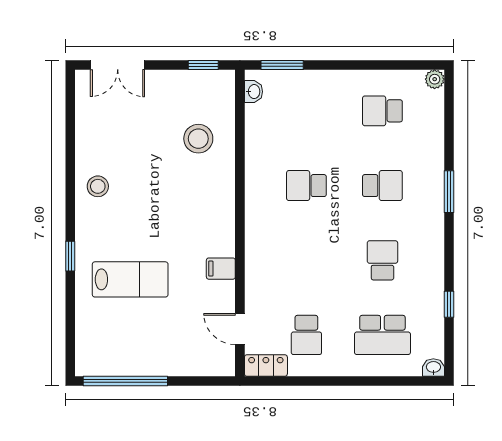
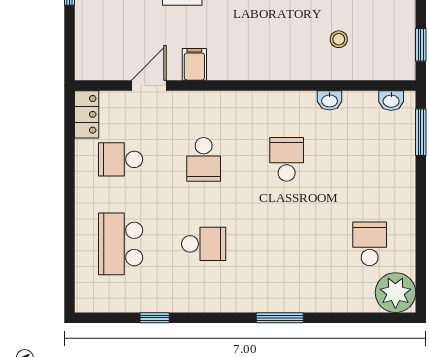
plant: (435, 79) -> (395, 293), width x1.88, depth x1.88
stool: (198, 139) -> (339, 39), width x0.53, depth x0.53
school desk: (382, 186) -> (204, 159), moved
door: (240, 329) -> (149, 85), moved
washbasin: (433, 367) -> (330, 100), moved, turned 90

